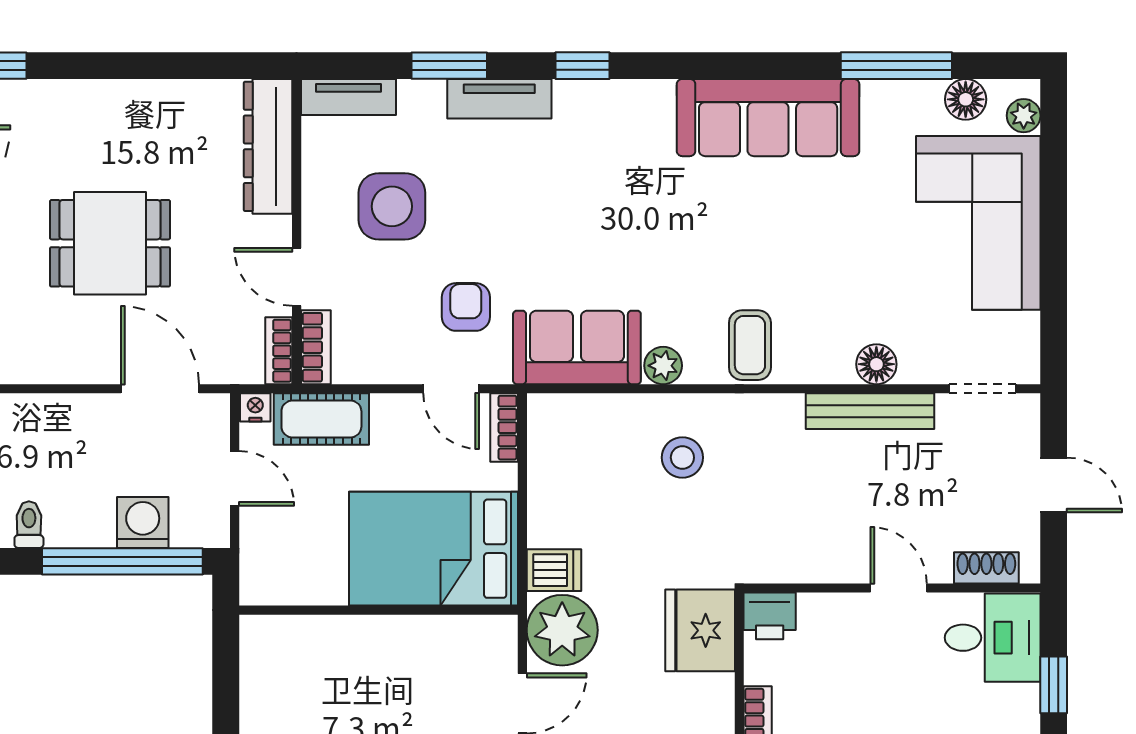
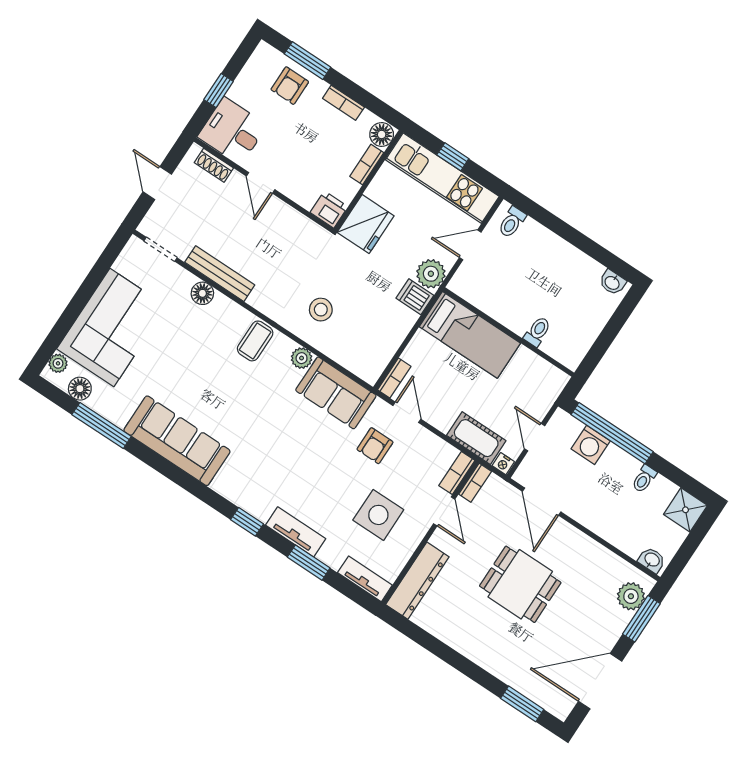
bed: (434, 549) -> (470, 335), width x0.67
plant: (562, 630) -> (431, 274), width x0.73, depth x0.73
toilet: (335, 640) -> (537, 331), added

